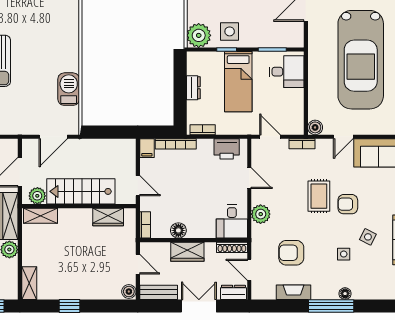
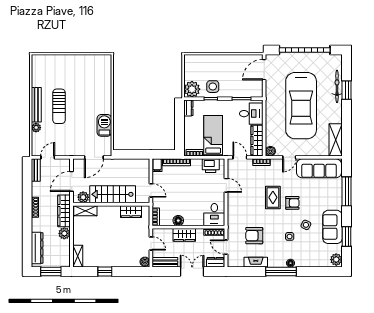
bed: (238, 82) -> (213, 136), moved, turned 180
dresser: (193, 88) -> (188, 108), moved
wardrobe: (295, 111) -> (257, 140), added
armchair: (348, 204) -> (292, 203), turned 180
plant: (261, 214) -> (234, 210), removed

